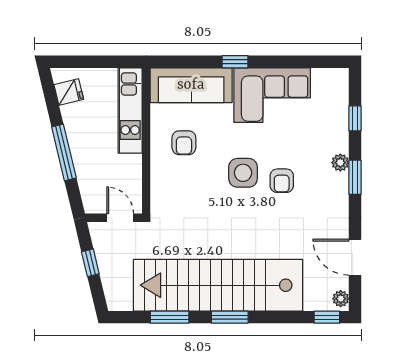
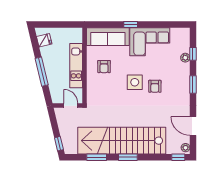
kitchen unit: (130, 110) -> (76, 66), moved
plant: (340, 163) -> (185, 58), moved
window: (90, 263) -> (59, 144), moved

